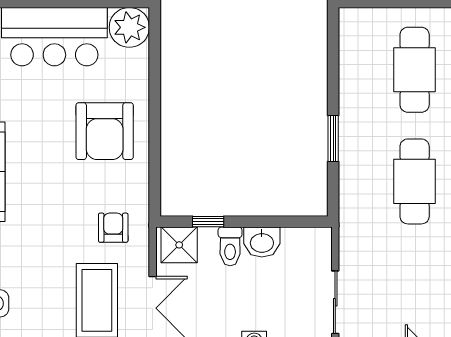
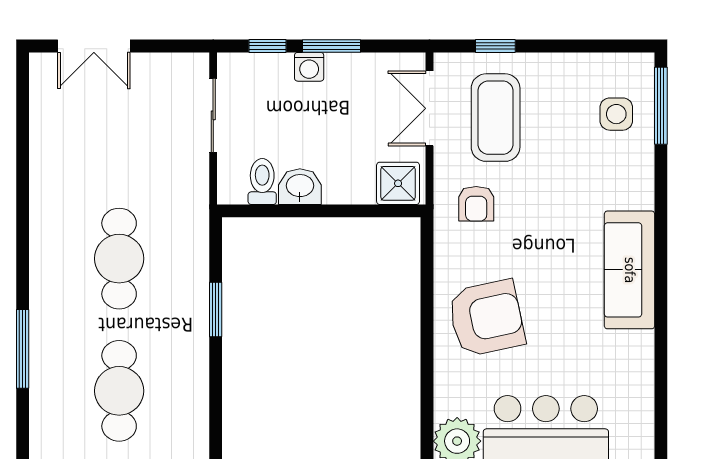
armchair: (105, 131) -> (486, 318), turned 78
window: (208, 222) -> (364, 211), removed
toilet: (230, 246) -> (262, 182), moved

